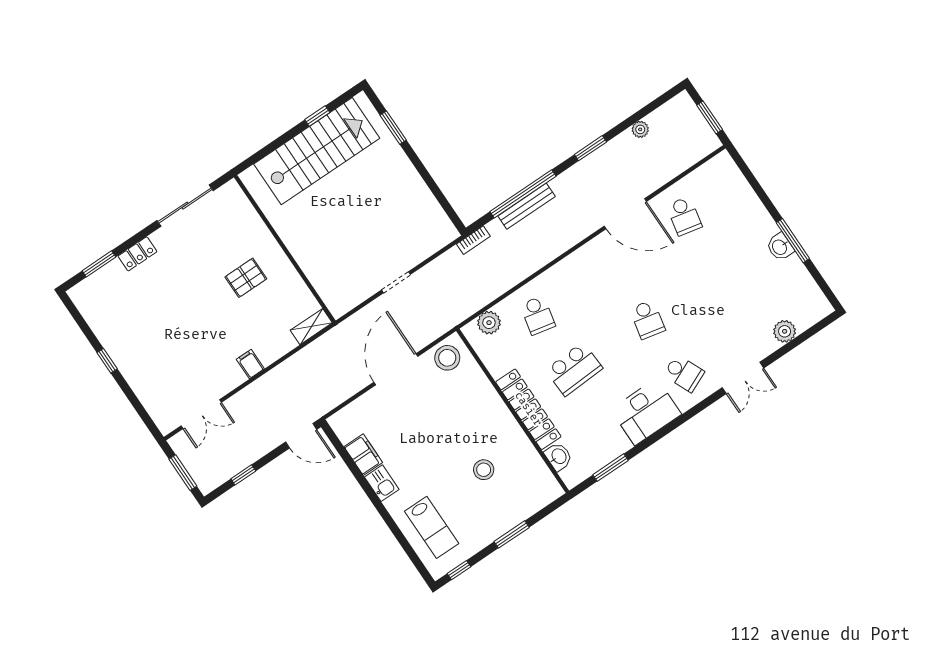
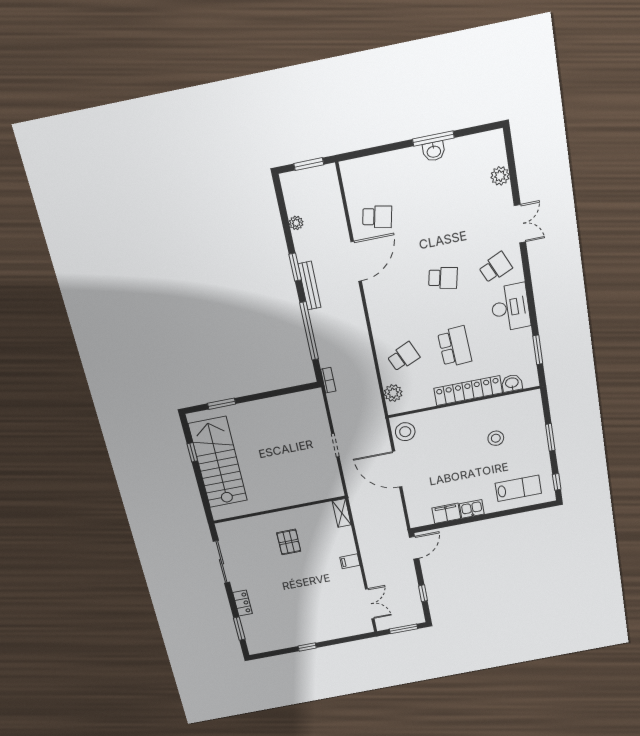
bench: (527, 206) -> (309, 286), moved
school desk: (538, 315) -> (403, 357), turned -36

